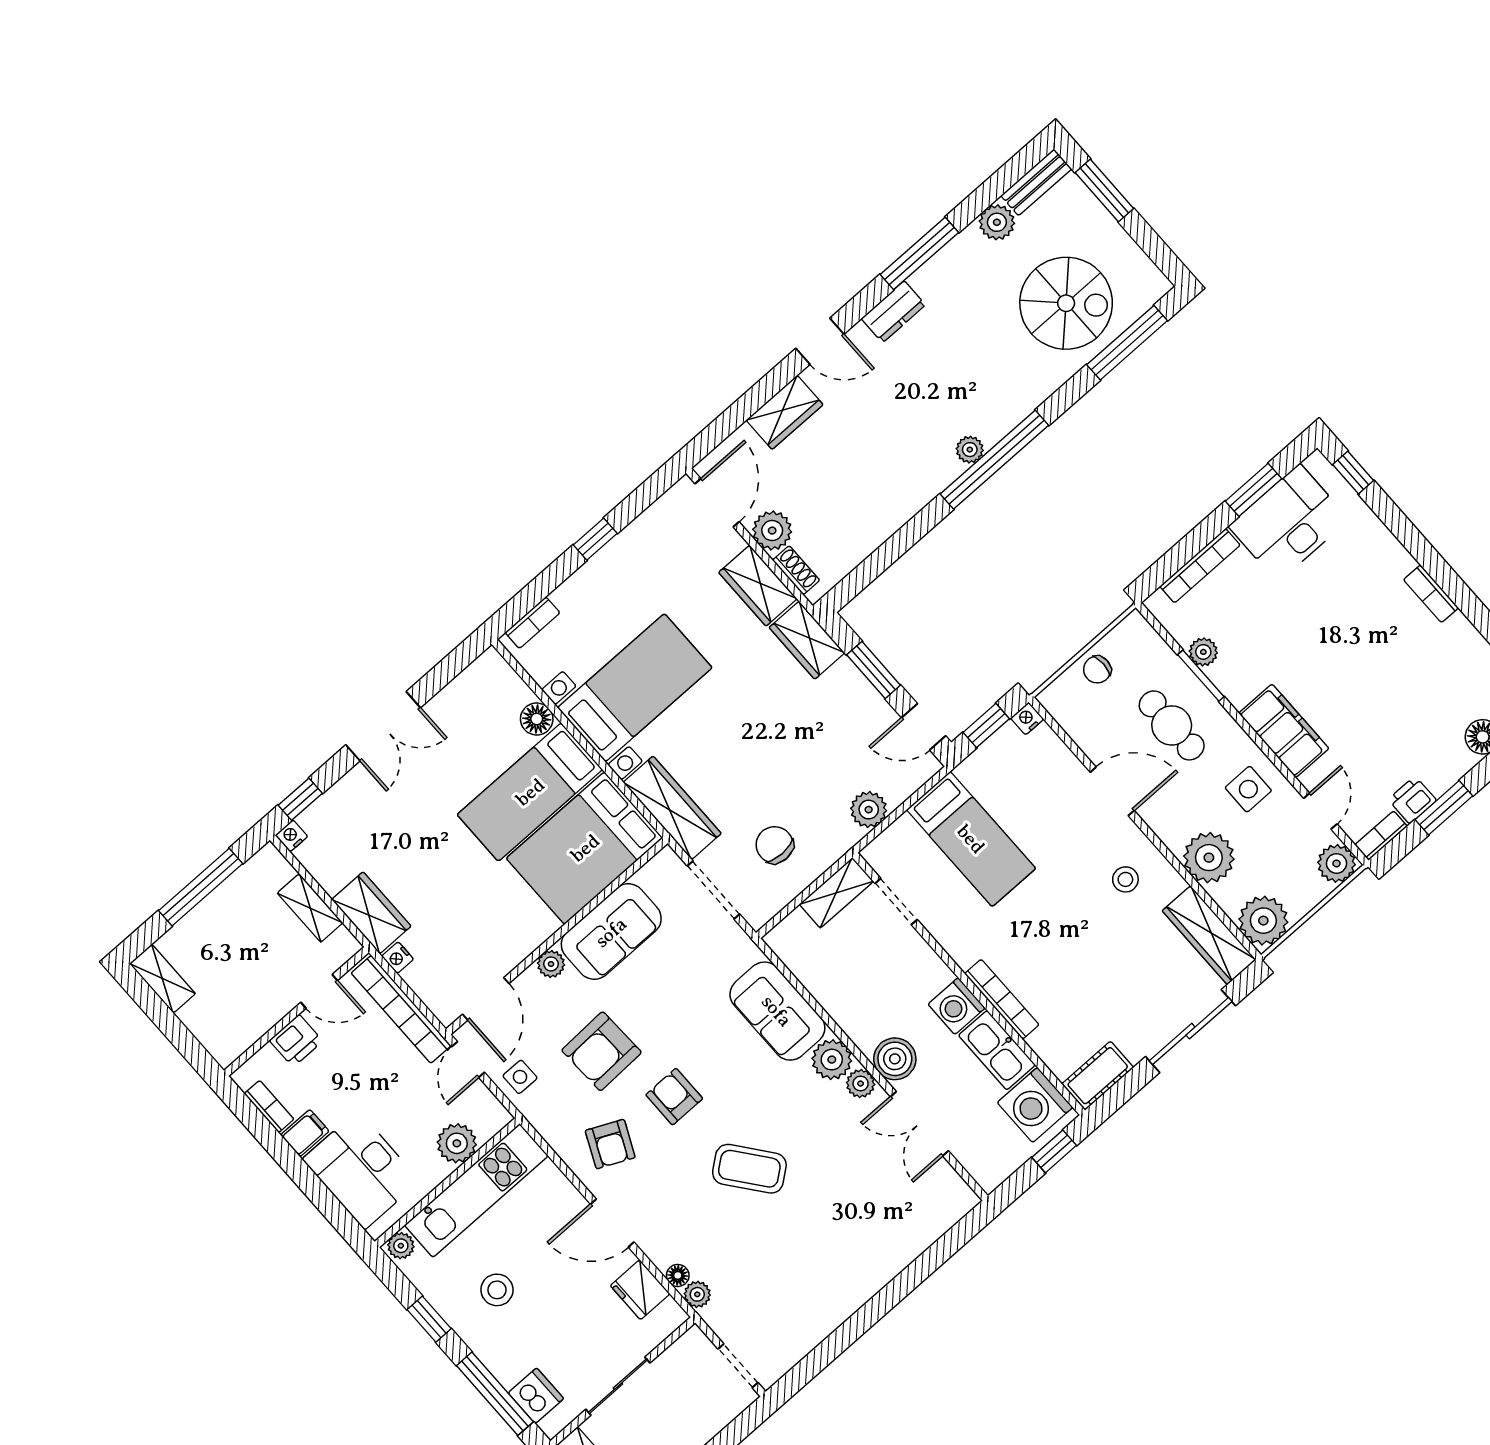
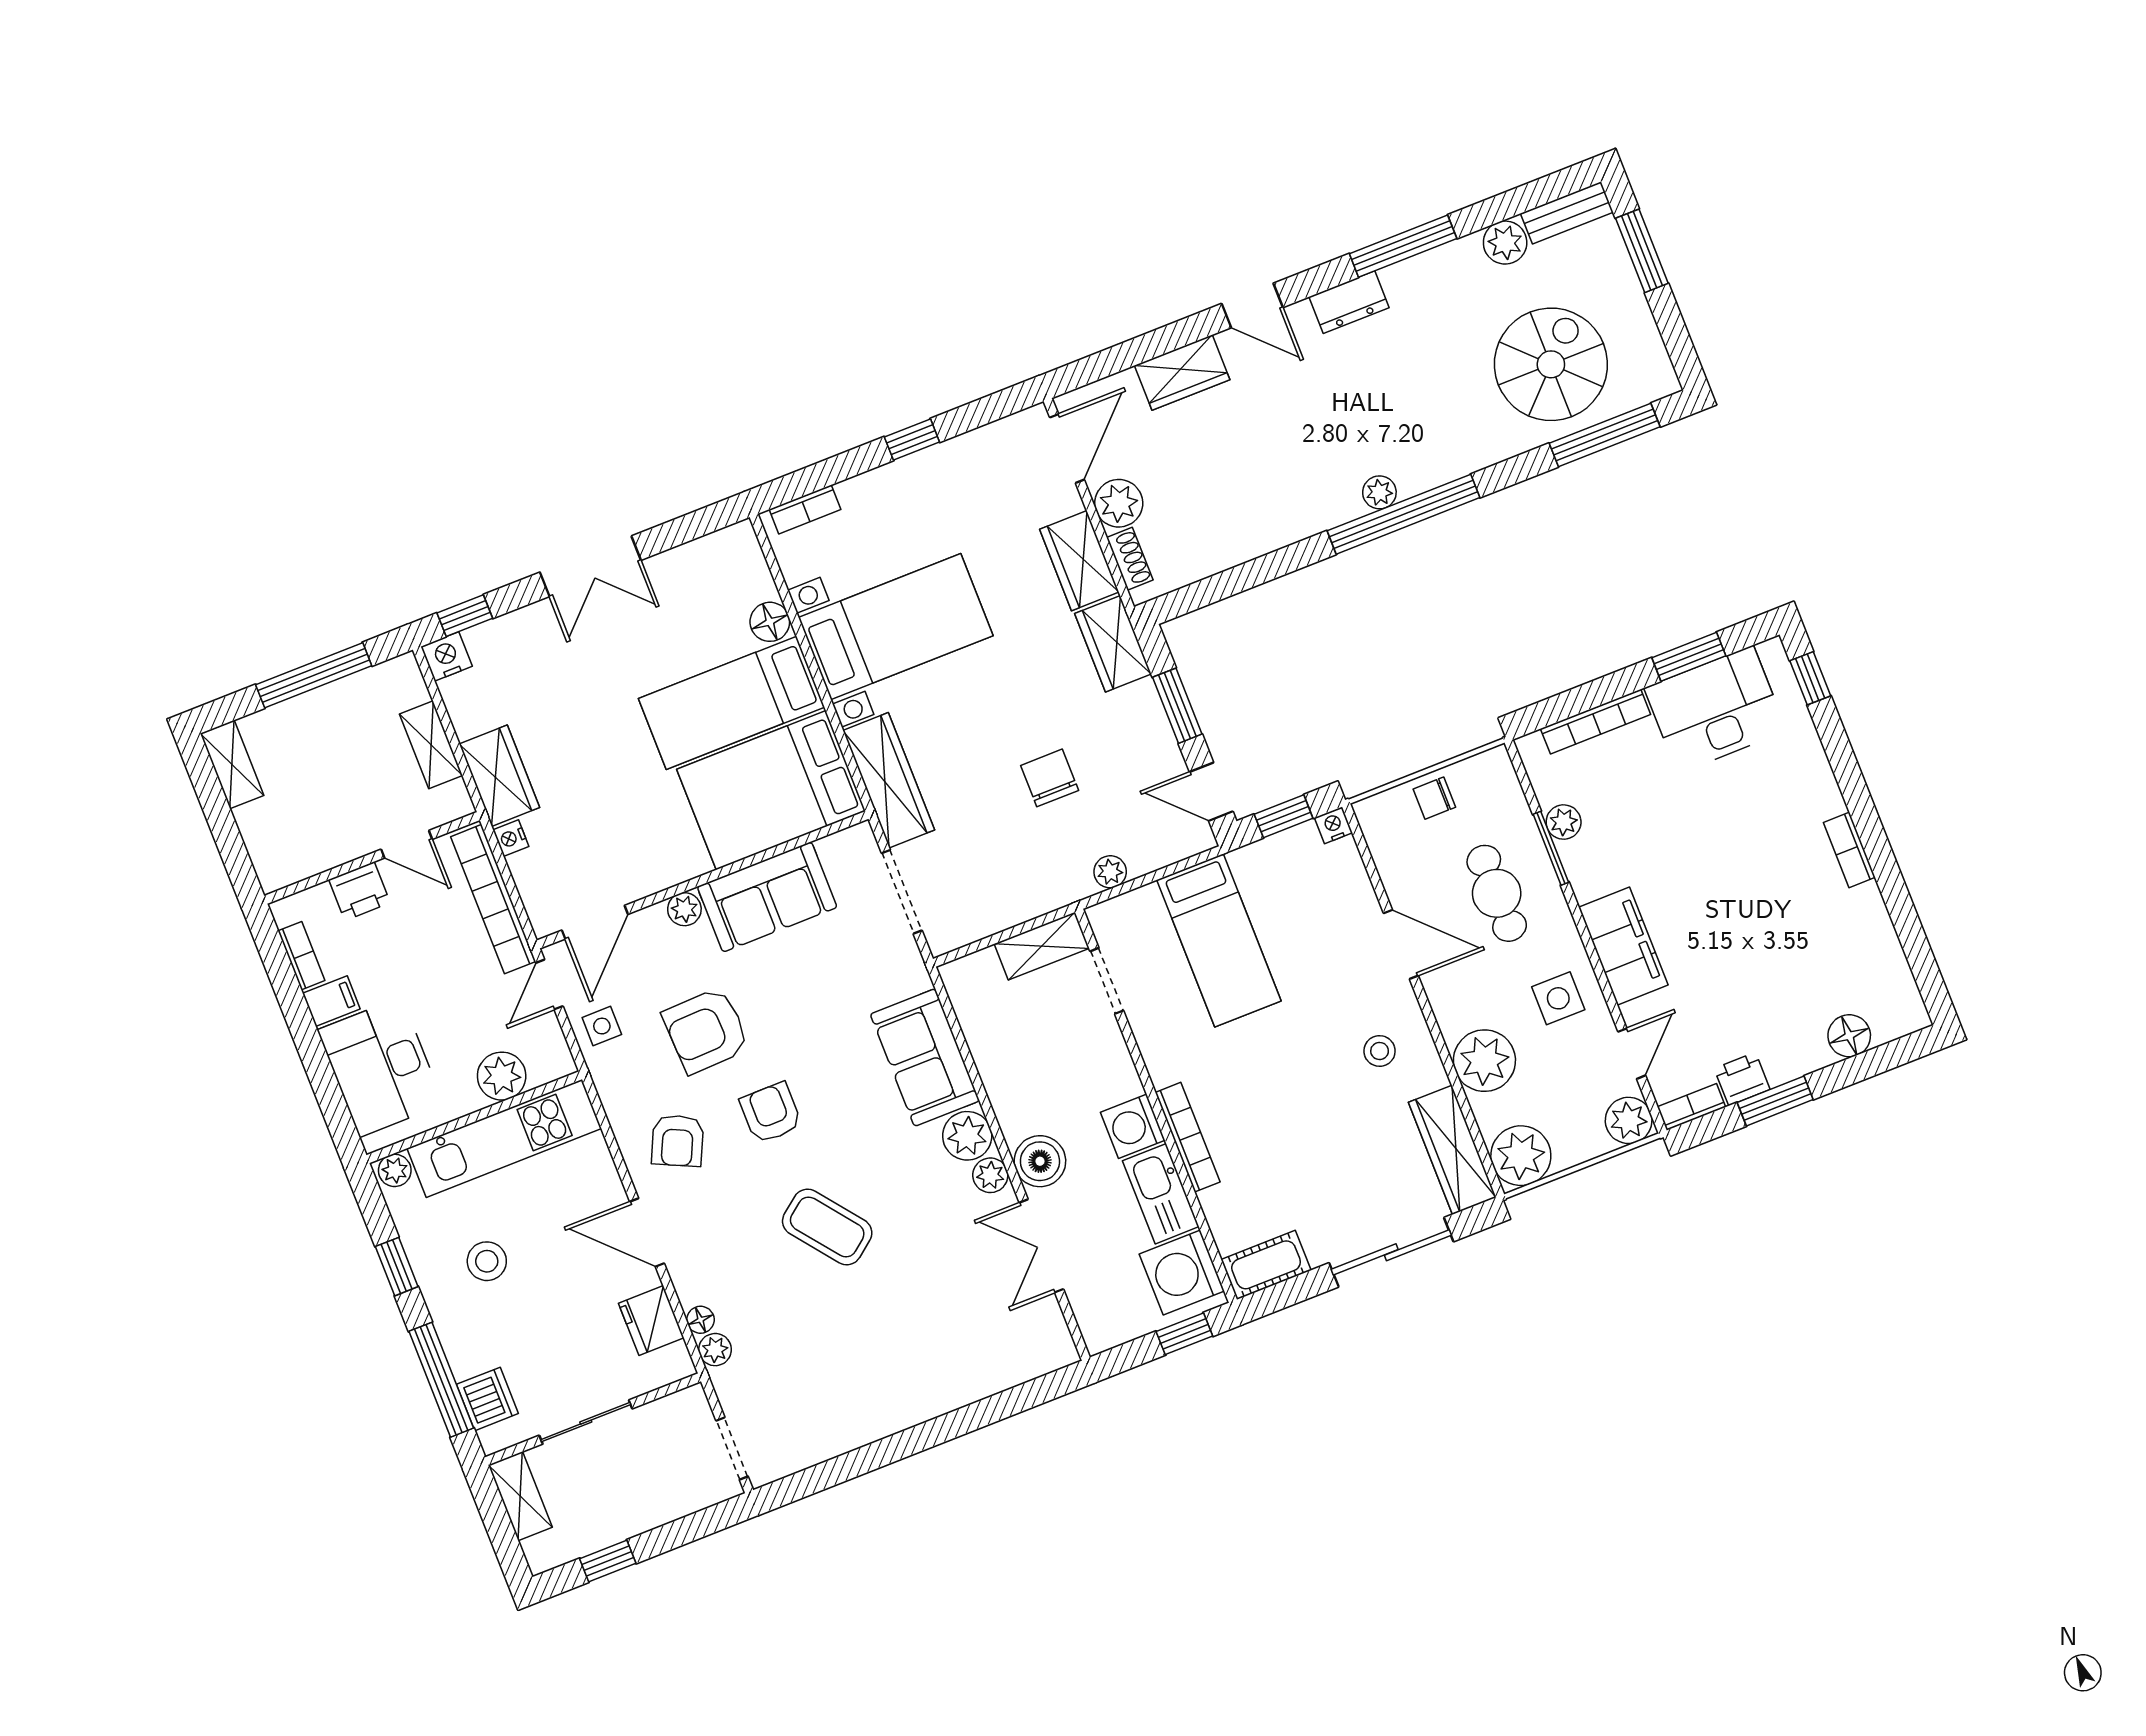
spiral stairs: (1066, 303) -> (1551, 364), turned -90
plant: (869, 810) -> (1110, 872), width x0.73, depth x0.73
nightstand: (291, 836) -> (447, 656), width x1.39, depth x1.35
chair: (775, 845) -> (1050, 778), moved

